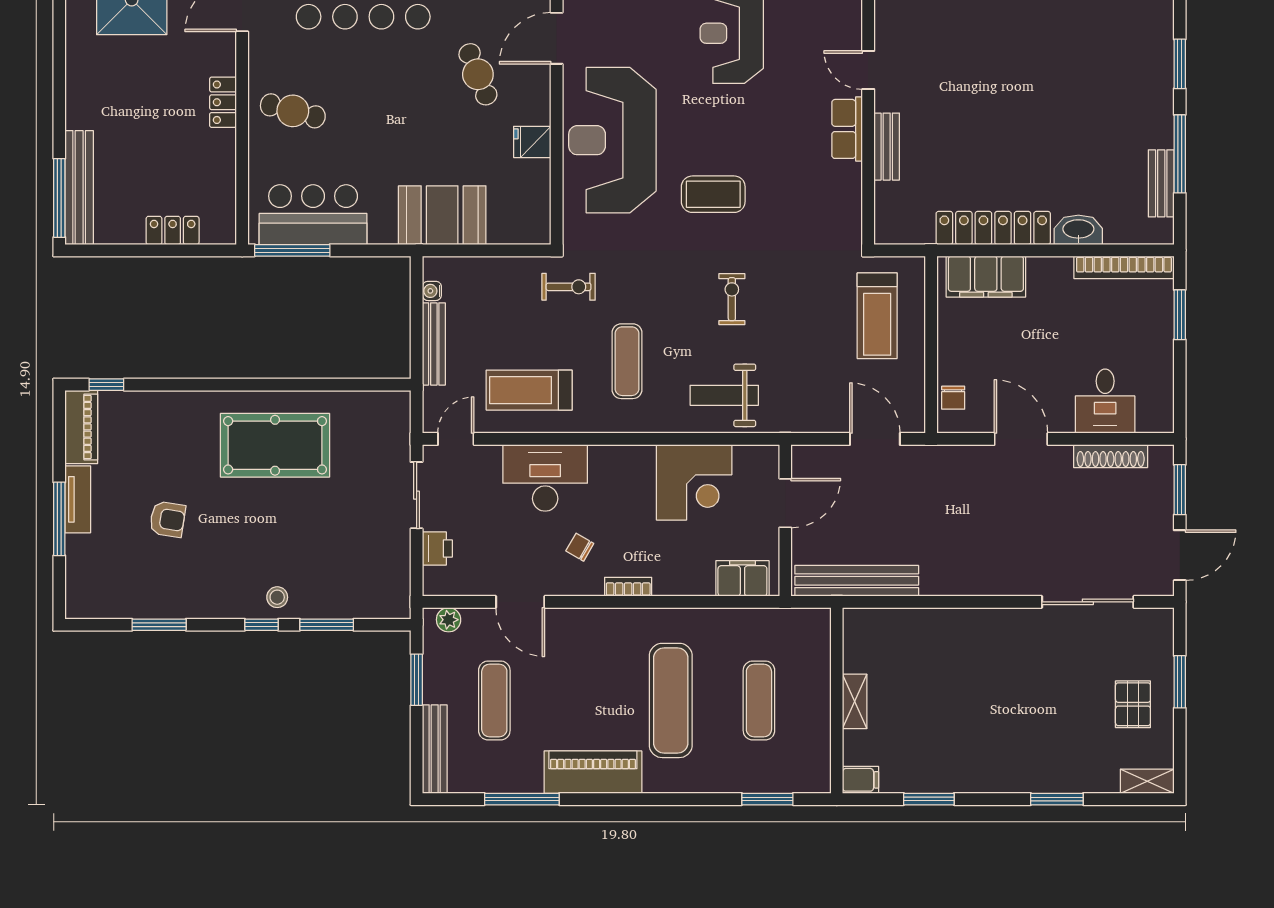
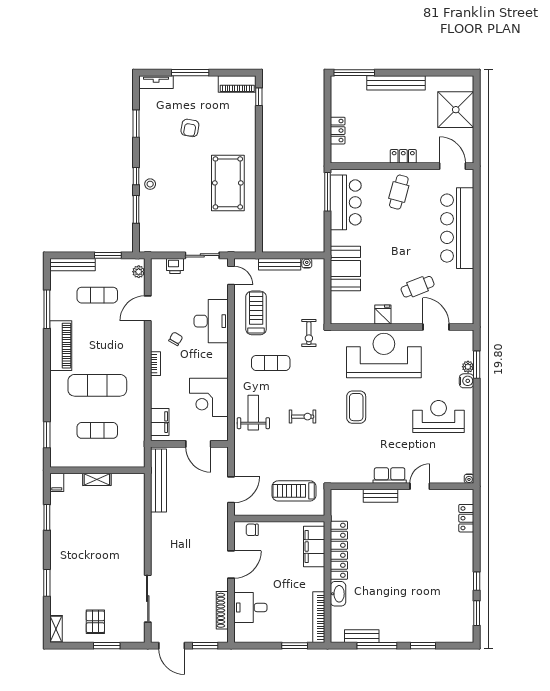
bench: (79, 188) -> (396, 83), moved
tv unit: (78, 499) -> (156, 82), moved
pallet: (1133, 704) -> (95, 622), turned 90

